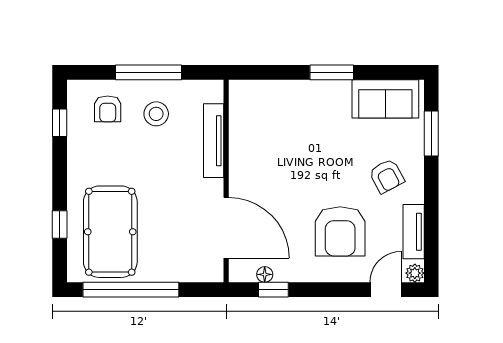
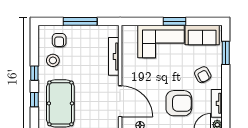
corner sofa: (306, 112) -> (161, 41), added
stool: (156, 114) -> (53, 60), moved
window: (60, 123) -> (34, 73), moved
armchair: (340, 231) -> (179, 103), turned -90

